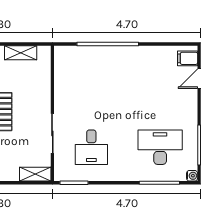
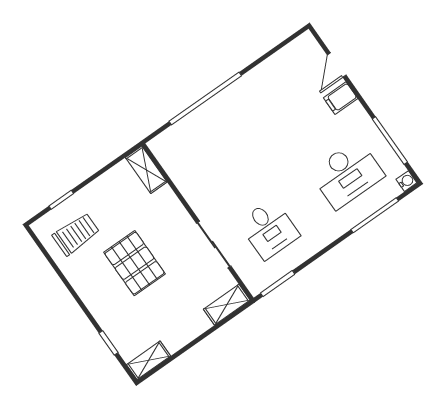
shelving: (21, 53) -> (146, 170), moved, turned 90
filing cabinet: (188, 58) -> (341, 98), moved
desk: (160, 147) -> (347, 174), turned 180

